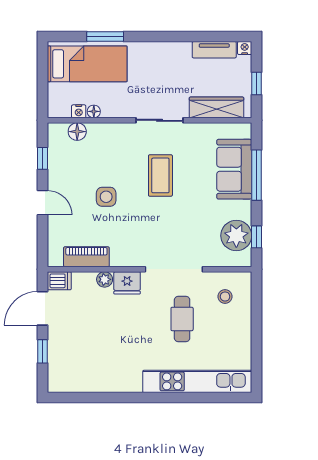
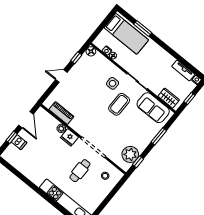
wardrobe: (216, 107) -> (169, 98), width x0.67
floor lamp: (77, 132) -> (91, 51), moved
sofa: (234, 169) -> (153, 108), moved, turned -90
window: (256, 175) -> (159, 136), width x0.69
side table: (106, 197) -> (113, 83), moved
door: (43, 203) -> (61, 76), swing flipped
dishwasher: (59, 281) -> (19, 142), moved
door: (43, 308) -> (26, 120), swing flipped

